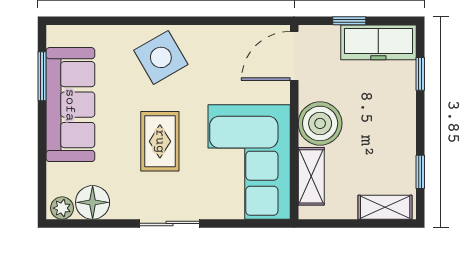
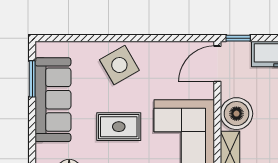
window: (349, 21) -> (238, 38), moved
rug: (160, 141) -> (119, 127), turned 90

